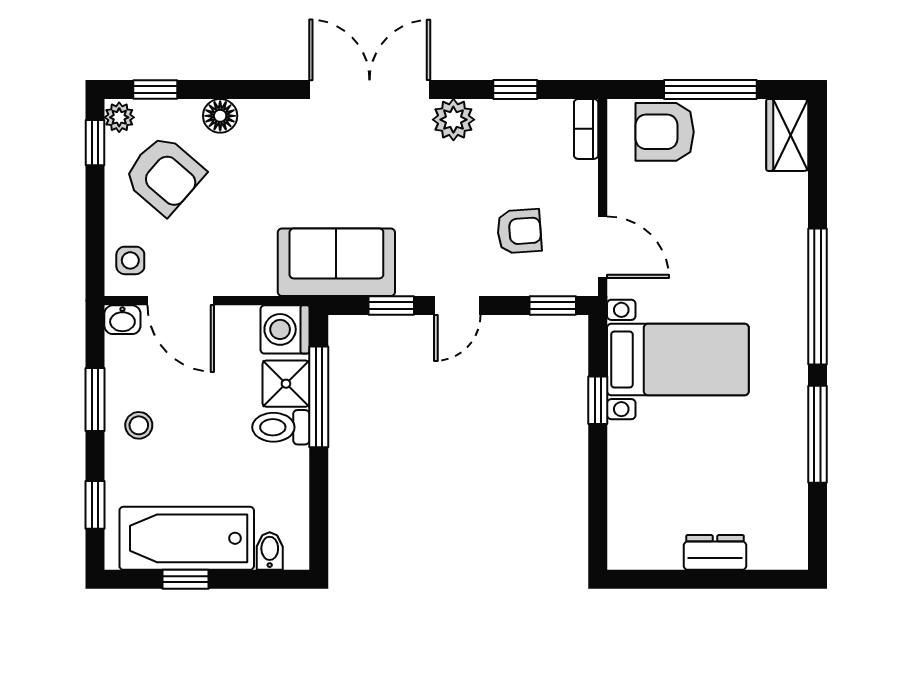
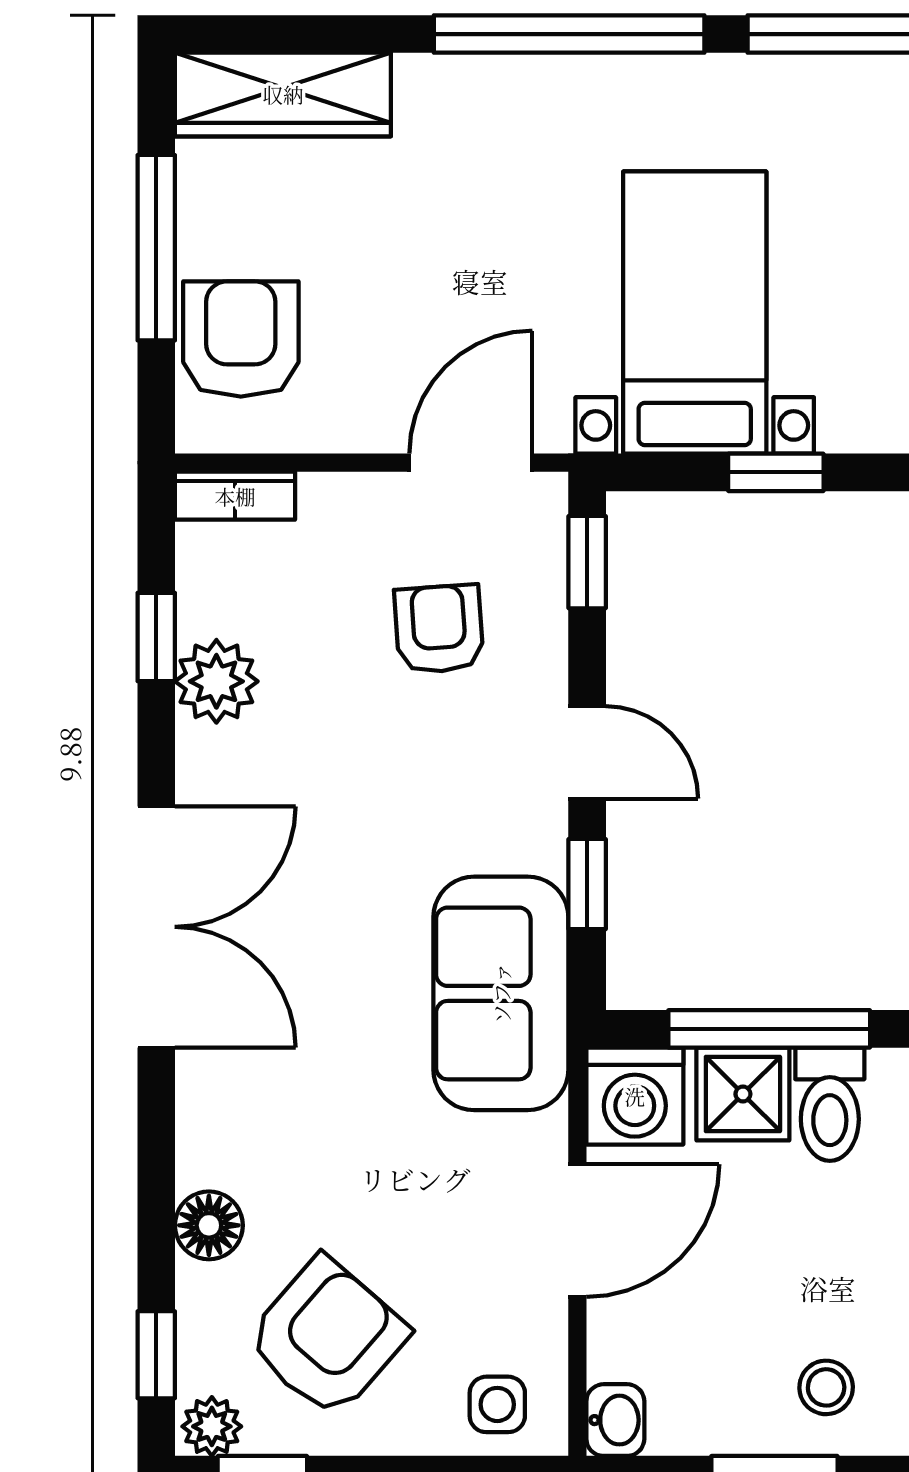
double door: (370, 89) -> (156, 927), swing flipped
plant: (453, 120) -> (216, 681), moved
armchair: (665, 132) -> (241, 339), turned 180
wardrobe: (787, 135) -> (283, 94), width x1.50
door: (181, 301) -> (577, 1230), moved

